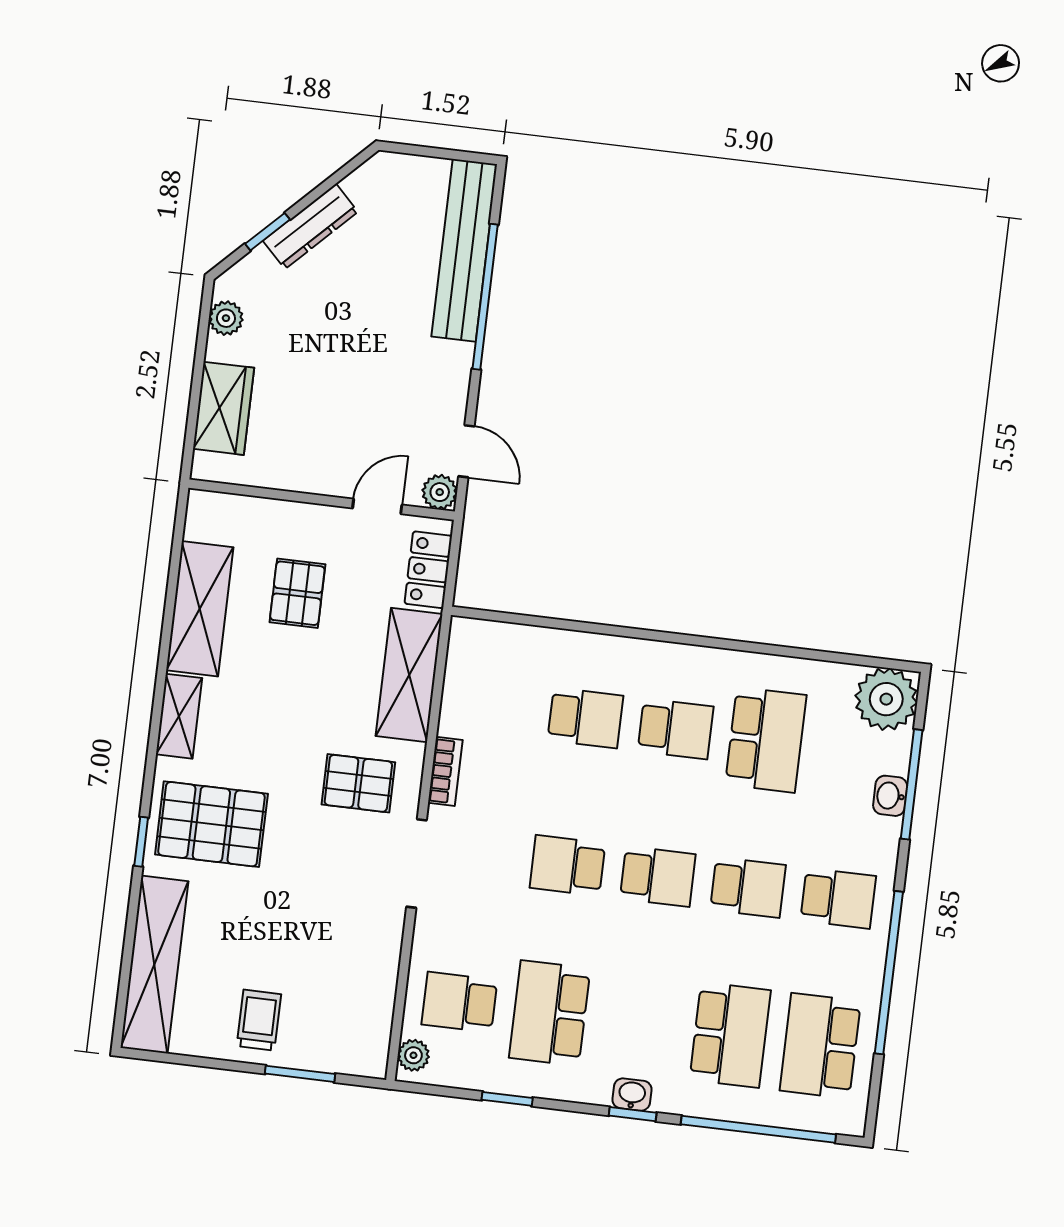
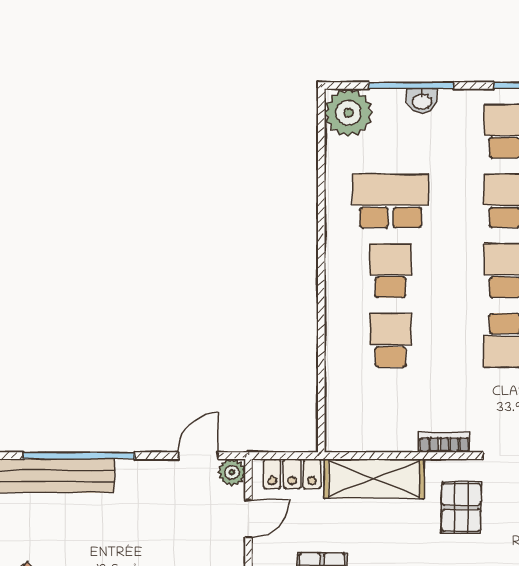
door: (377, 506) -> (248, 518), swing flipped

